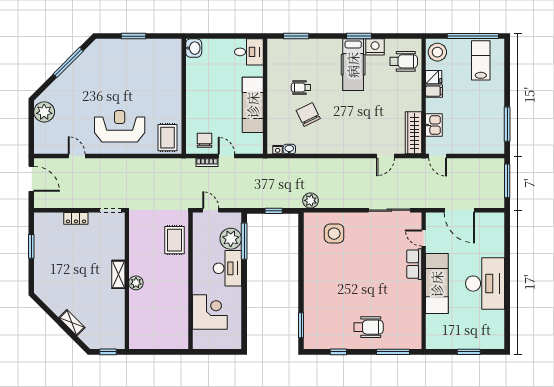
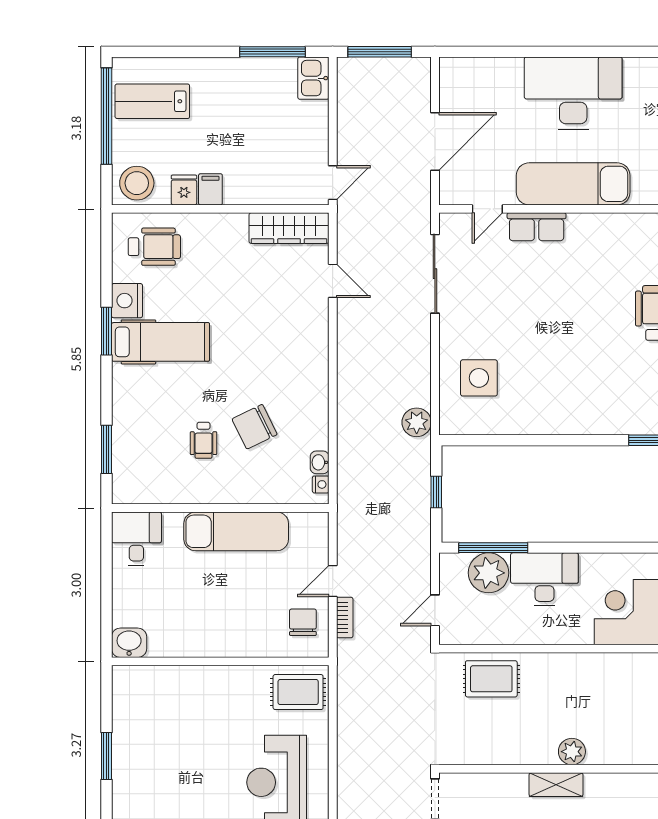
wheelchair: (404, 61) -> (154, 247), turned 90
kitchen sink: (434, 125) -> (313, 78), moved, turned -90
chair: (204, 140) -> (303, 622), turned 90

